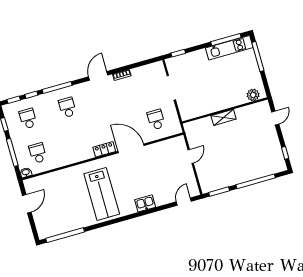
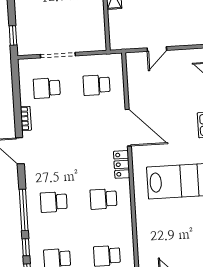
school desk: (146, 85) -> (47, 88), added
school desk: (77, 142) -> (103, 199), added
door: (131, 148) -> (128, 128), swing flipped
door: (191, 156) -> (157, 49), swing flipped

